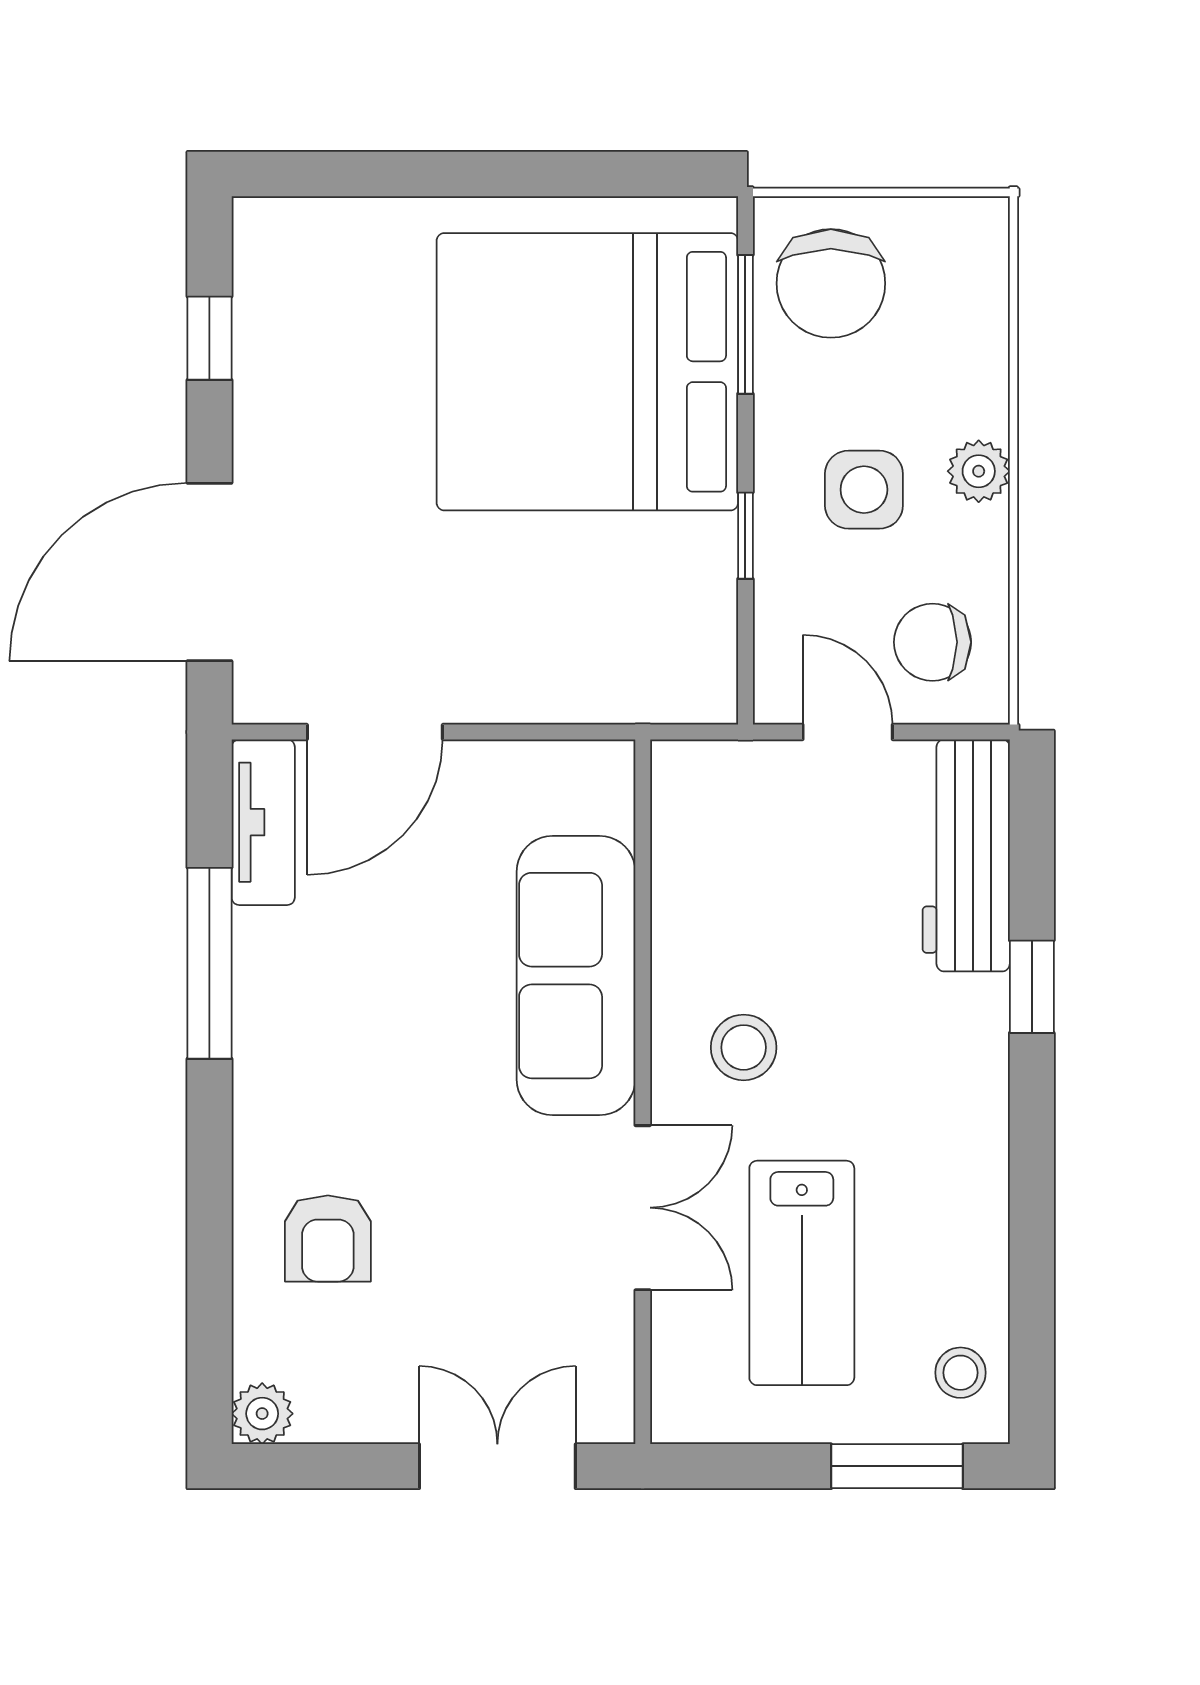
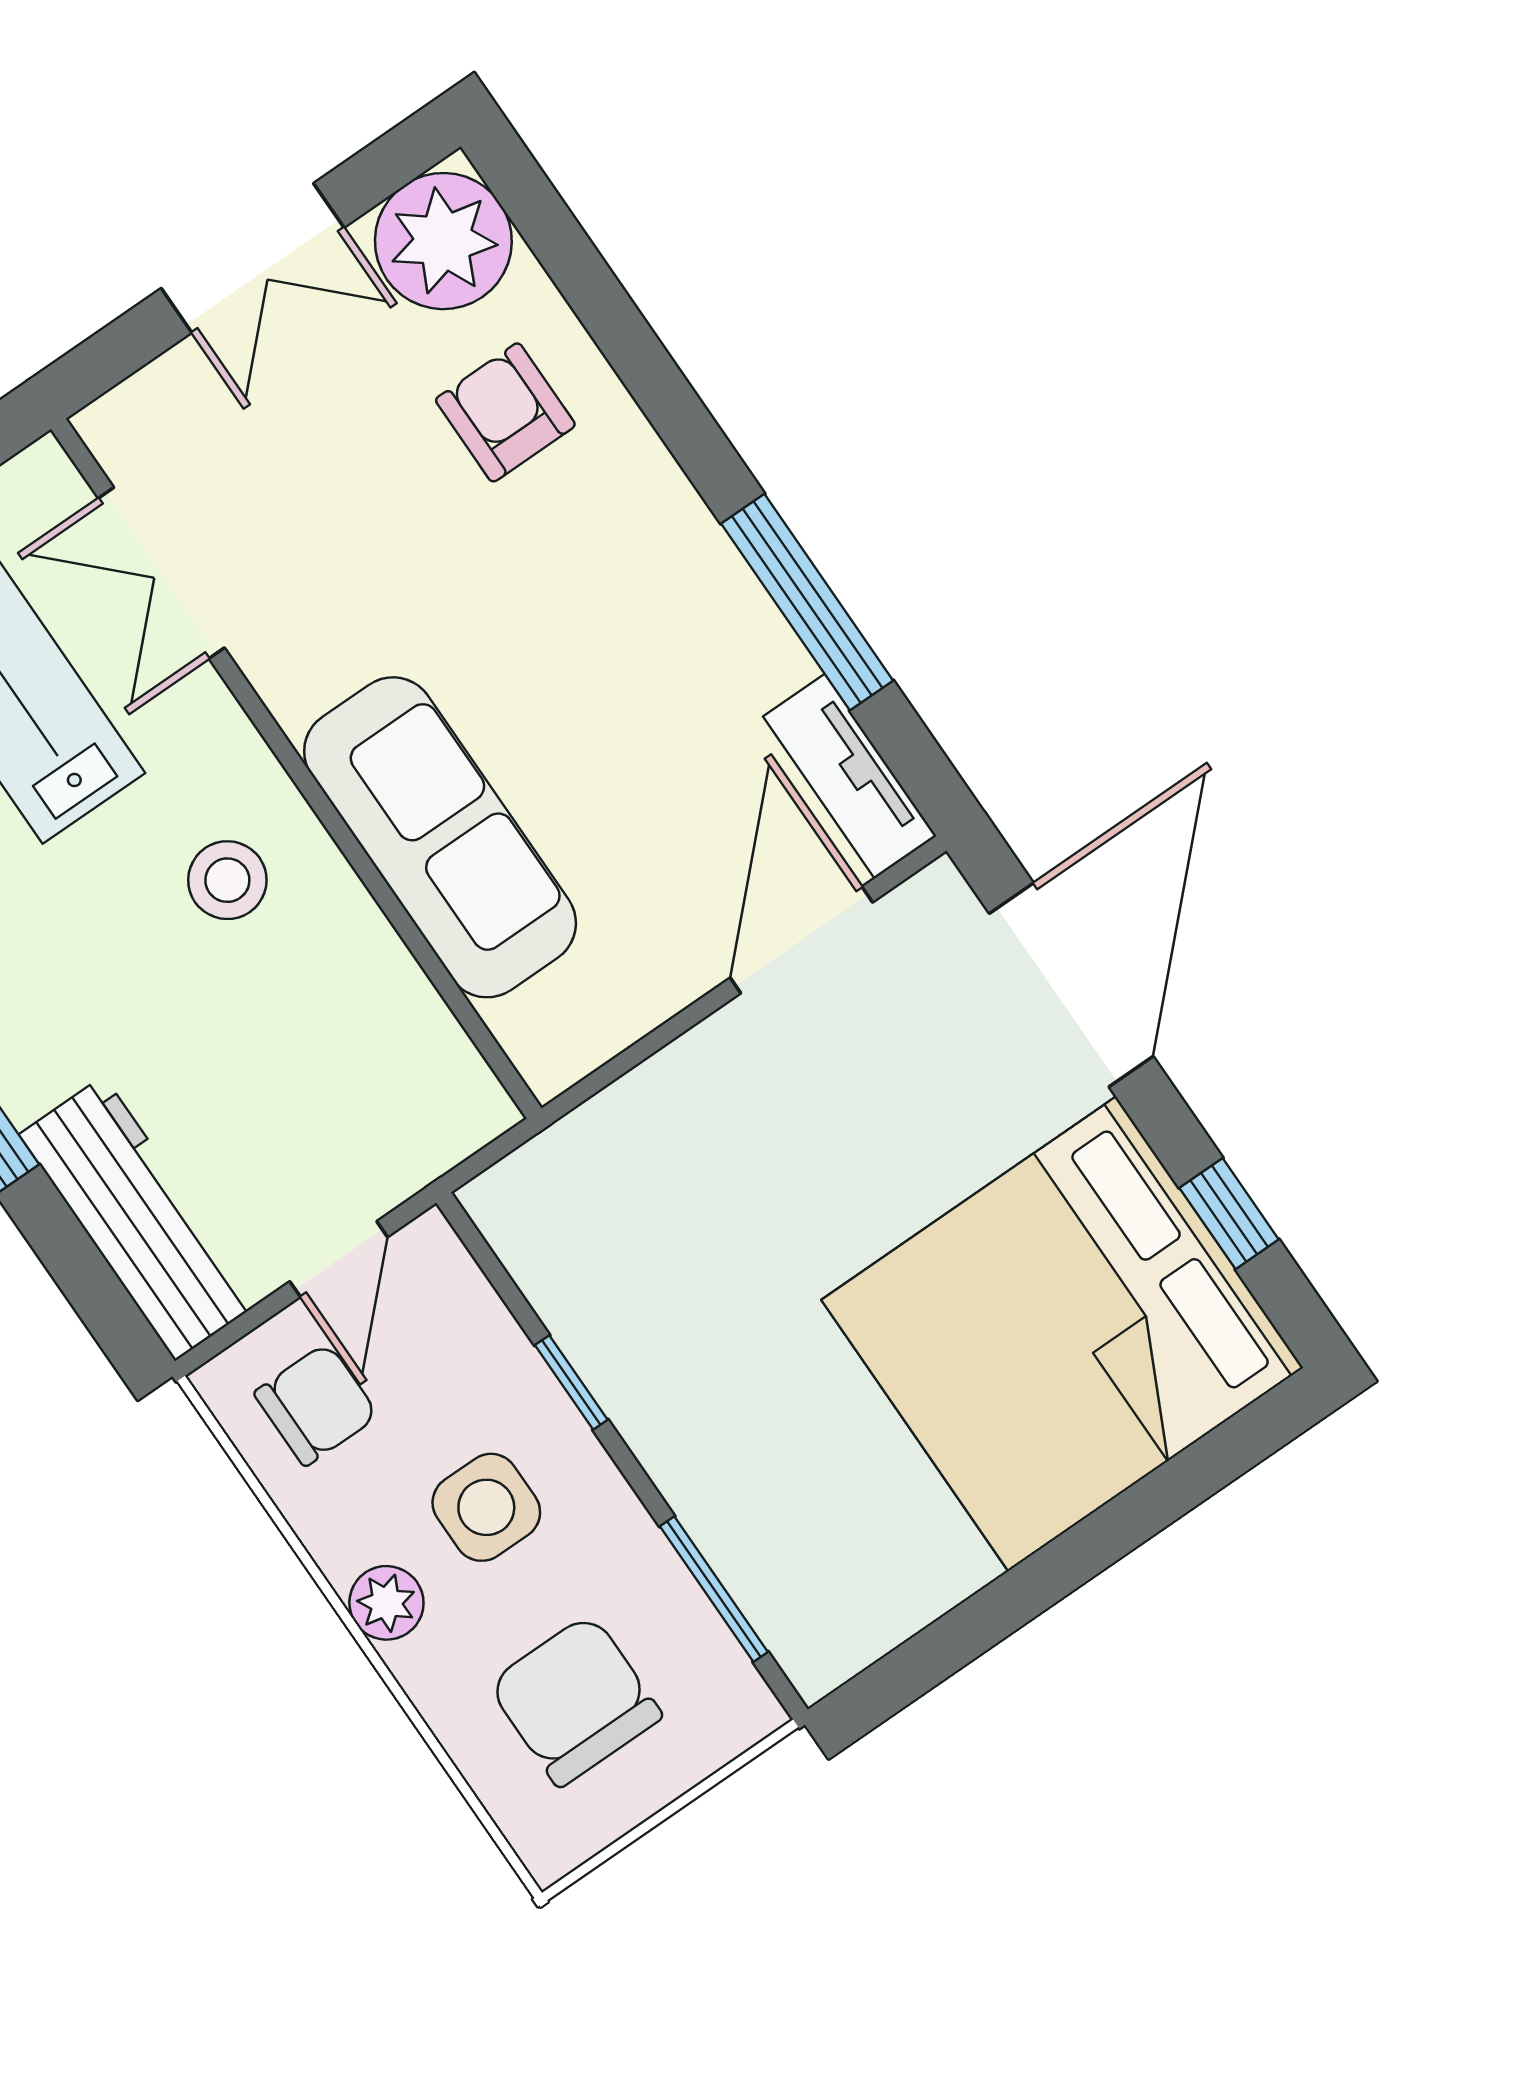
chair: (831, 283) -> (575, 1700), moved
bed: (587, 372) -> (1062, 1334), moved, turned 180
door: (848, 732) -> (339, 1259), hinge flipped
double door: (643, 1208) -> (161, 573), moved
plant: (262, 1414) -> (443, 241), width x1.88, depth x1.88
double door: (497, 1466) -> (253, 258), moved

